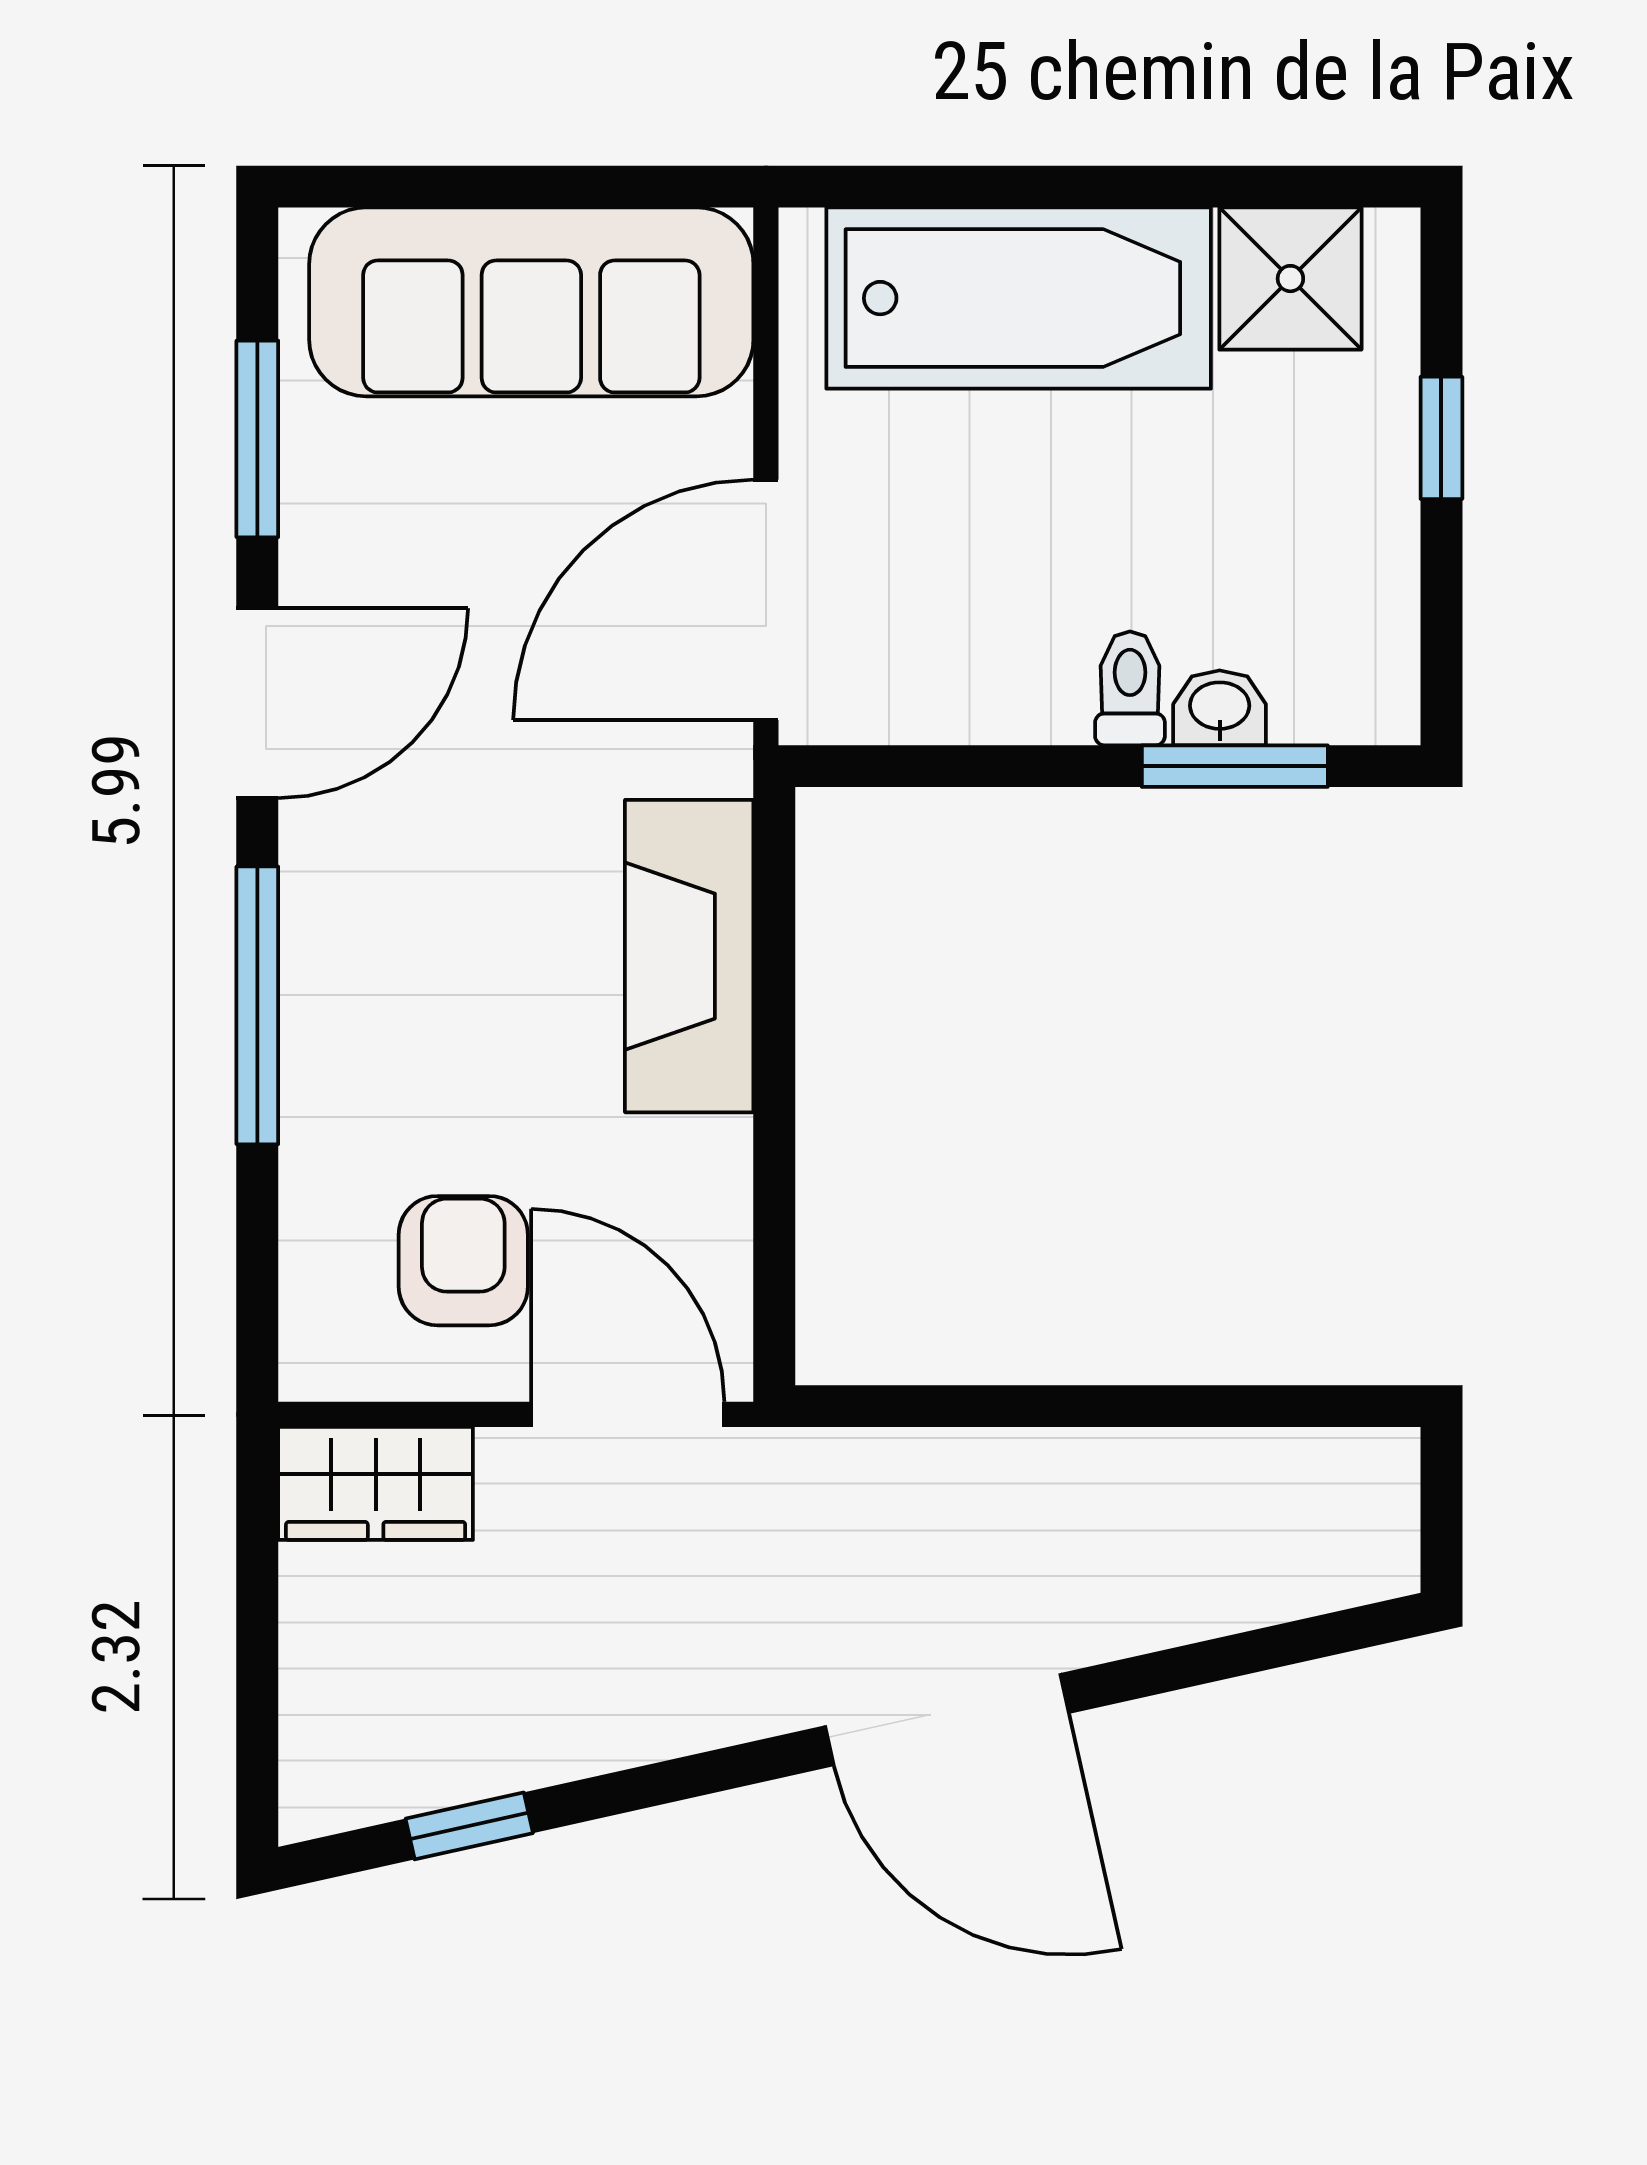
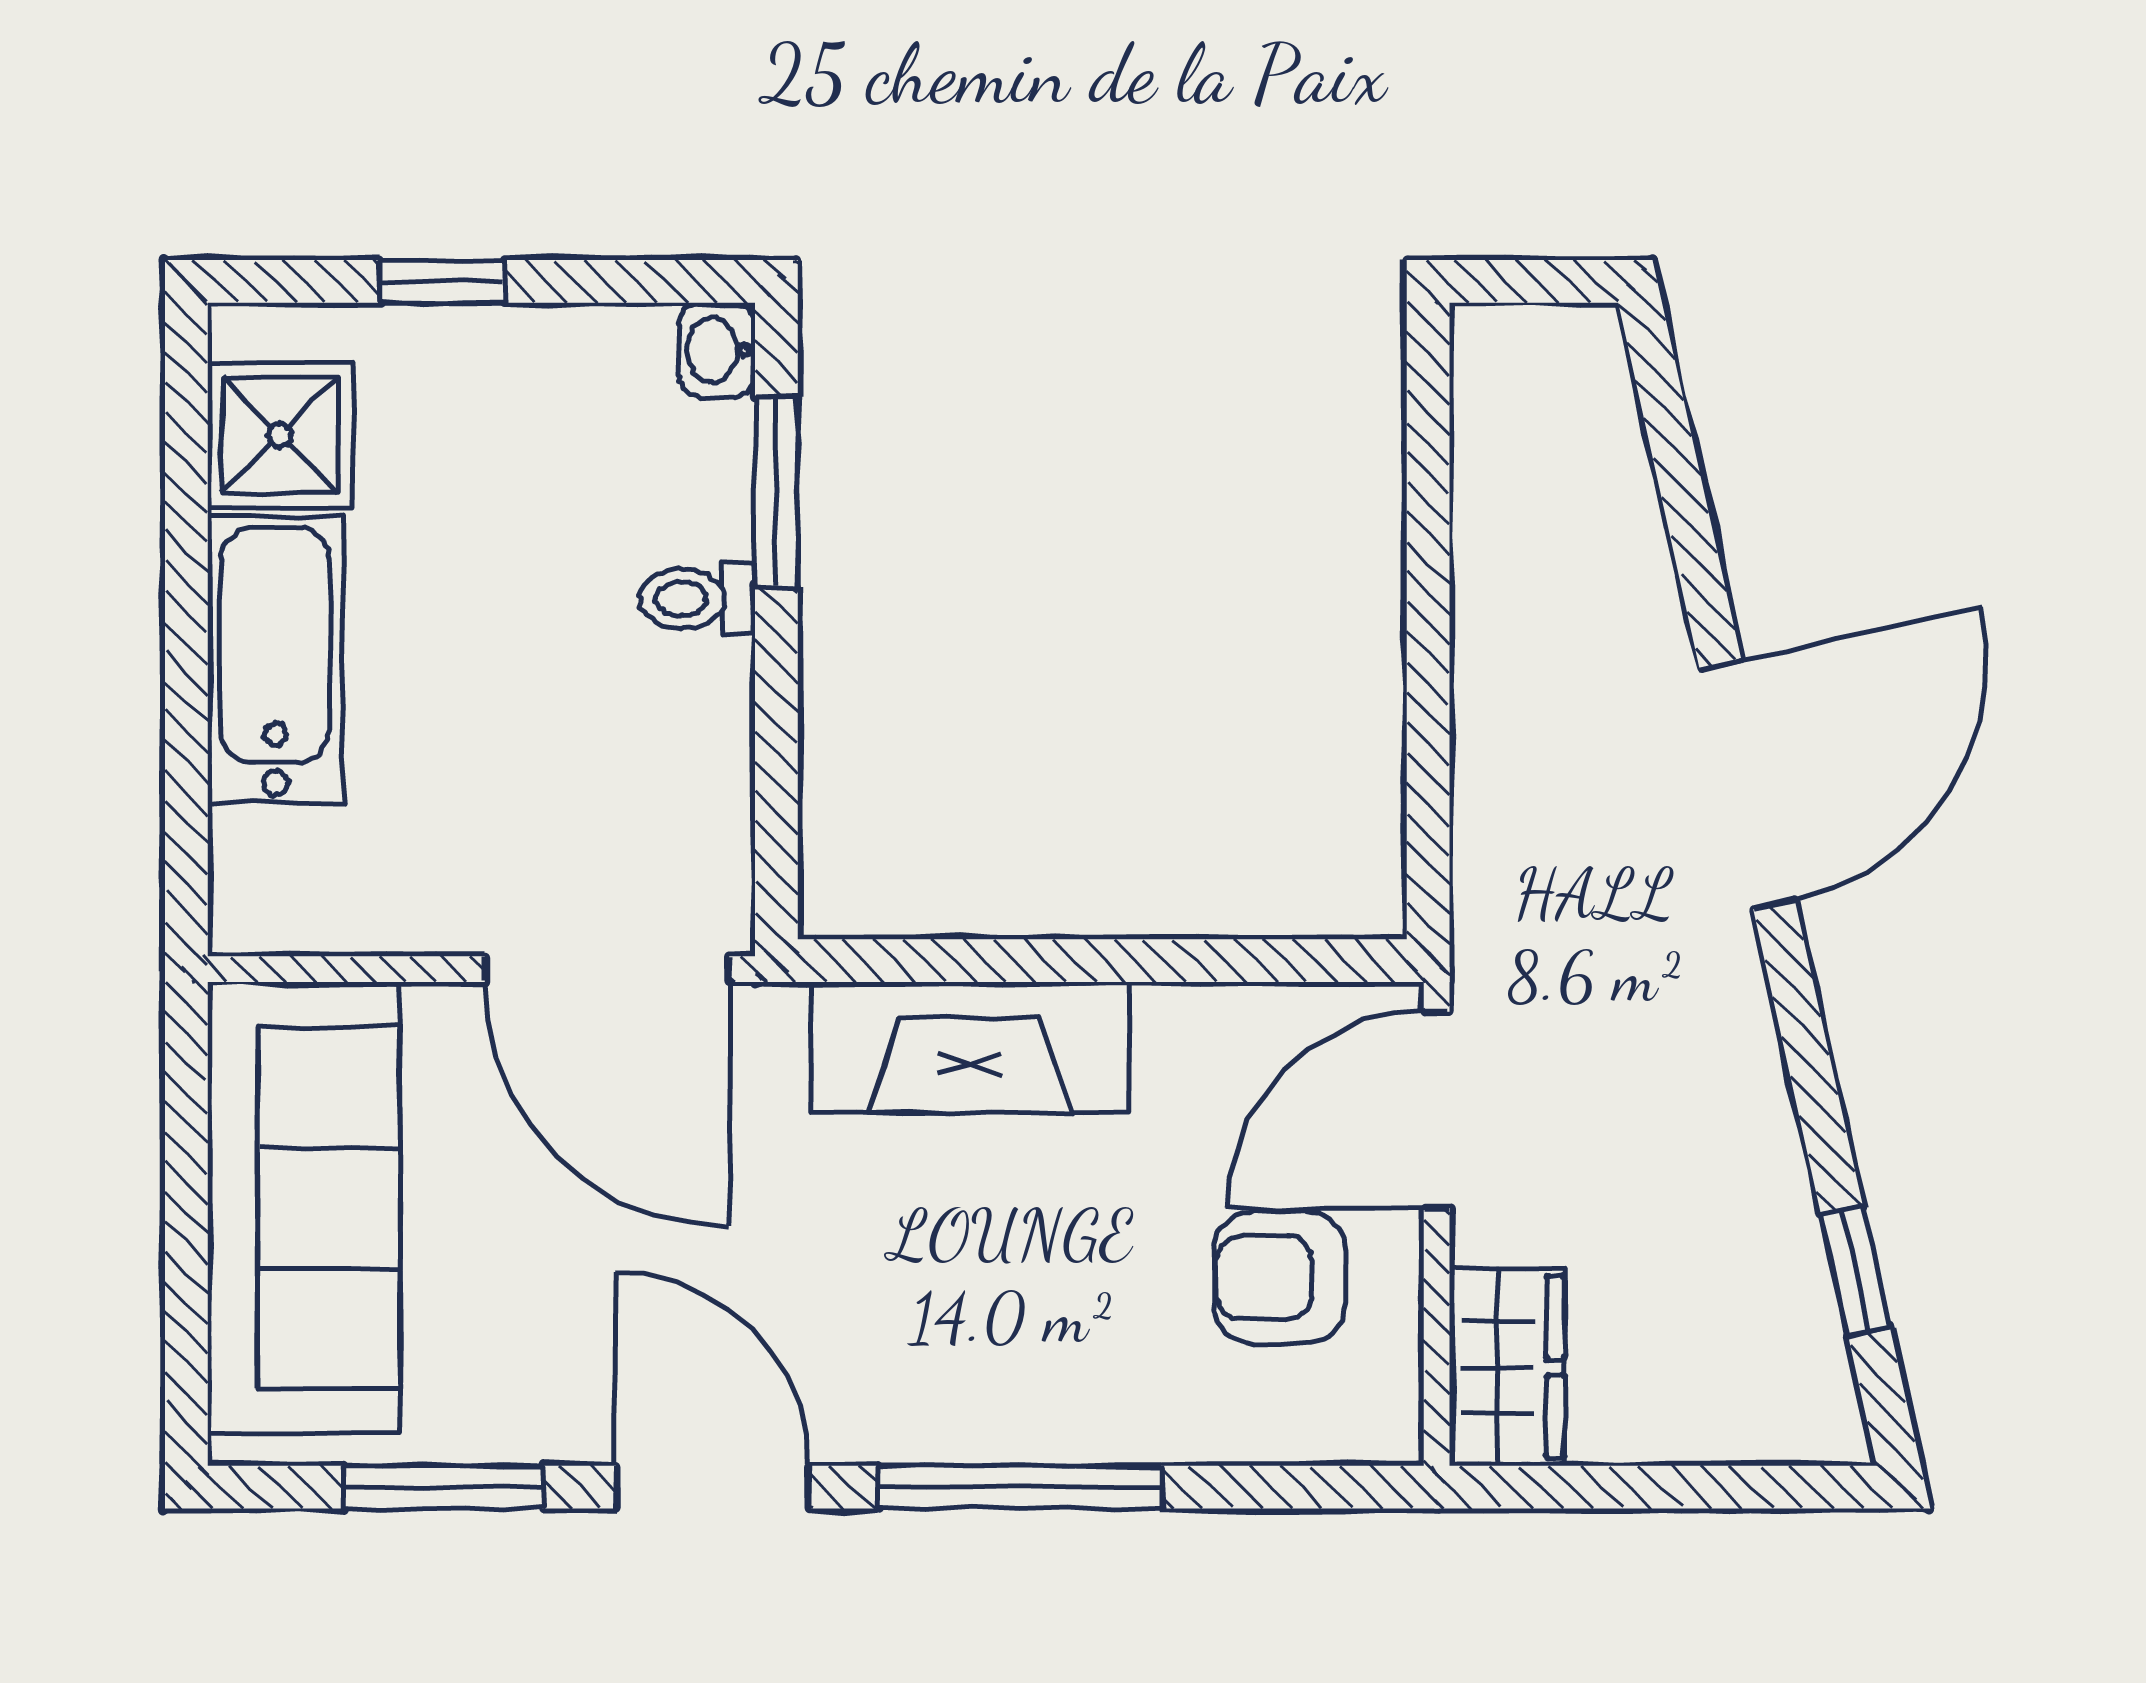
bathtub: (1019, 298) -> (275, 660), width x0.73, depth x0.73
washbasin: (1220, 708) -> (717, 350), moved

